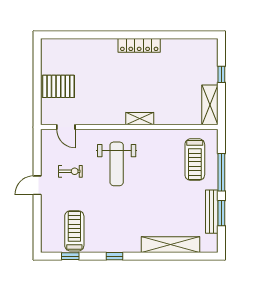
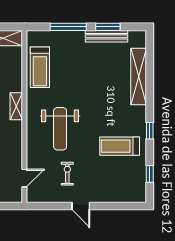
treadmill: (195, 160) -> (40, 67), moved, turned 90
weight bench: (117, 164) -> (60, 129), turned 90
treadmill: (74, 231) -> (120, 146), moved

